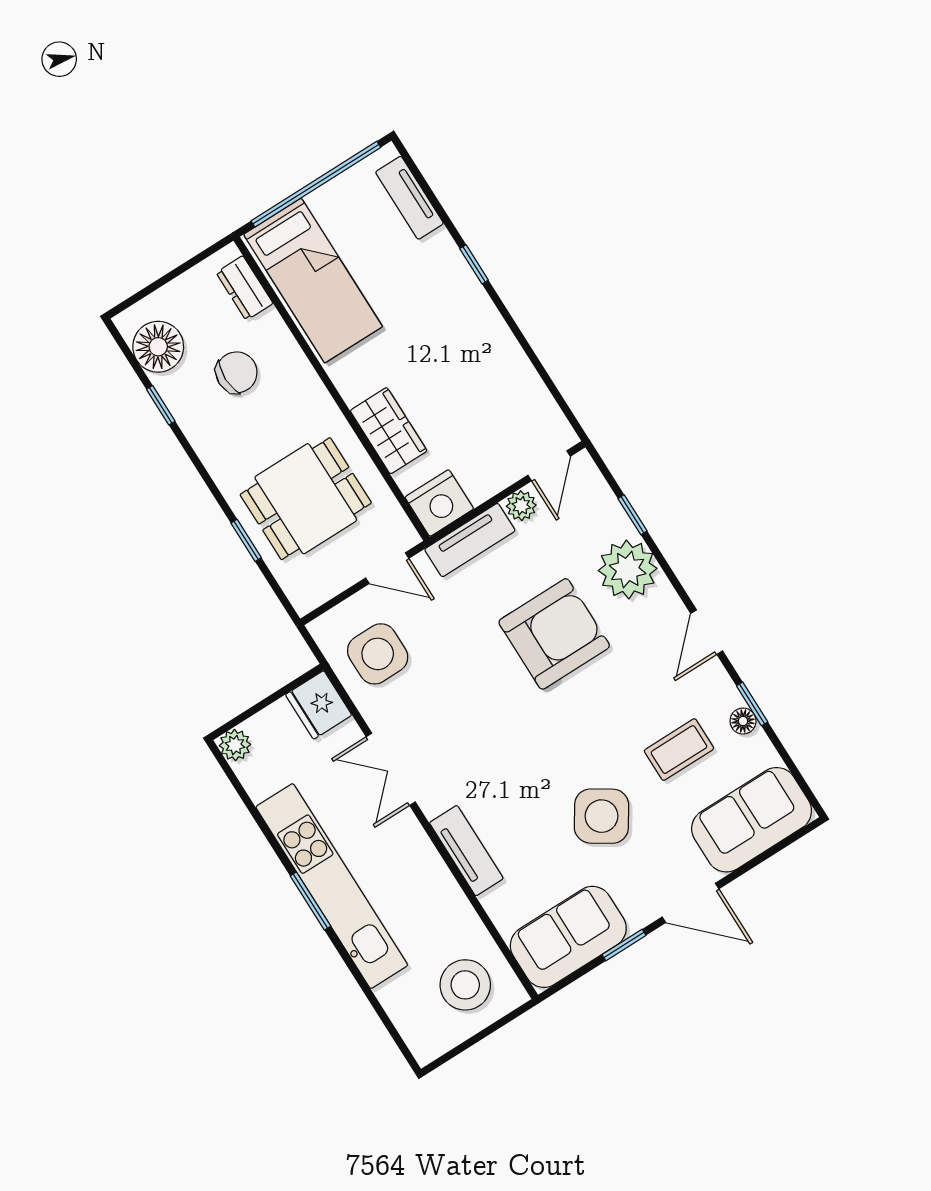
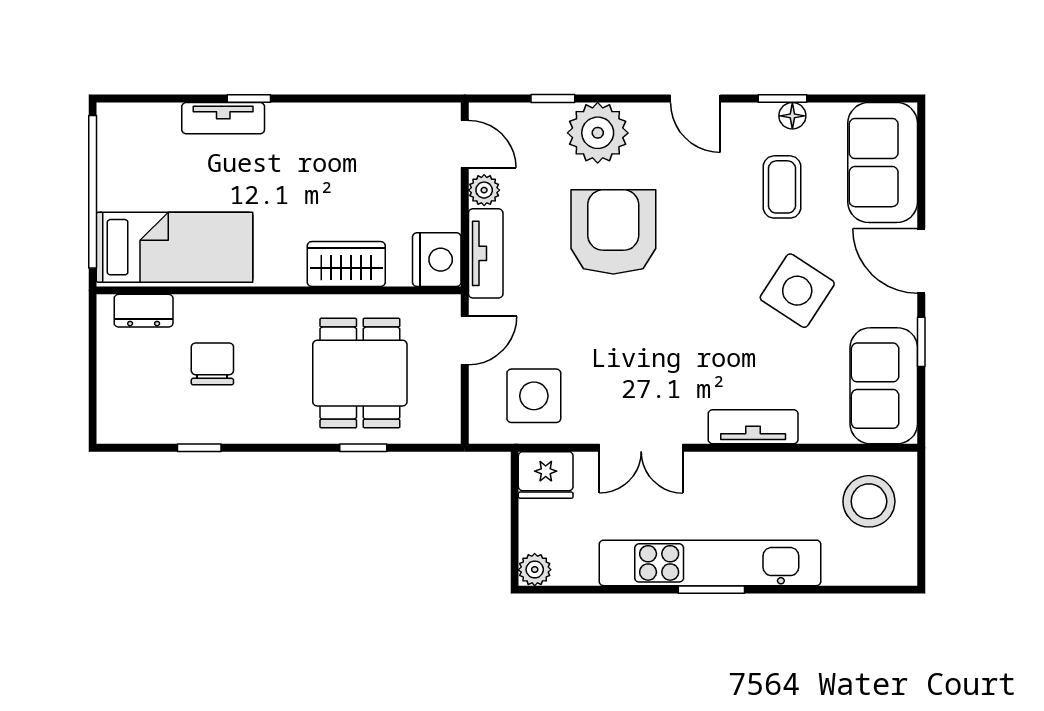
tv unit: (409, 198) -> (223, 118), moved
floor lamp: (158, 347) -> (147, 418), removed
door: (690, 903) -> (921, 261), swing flipped

